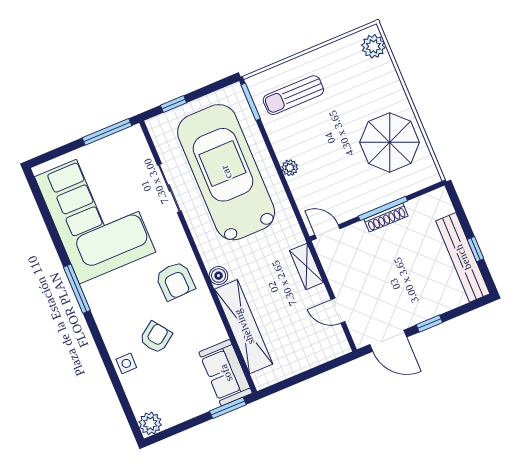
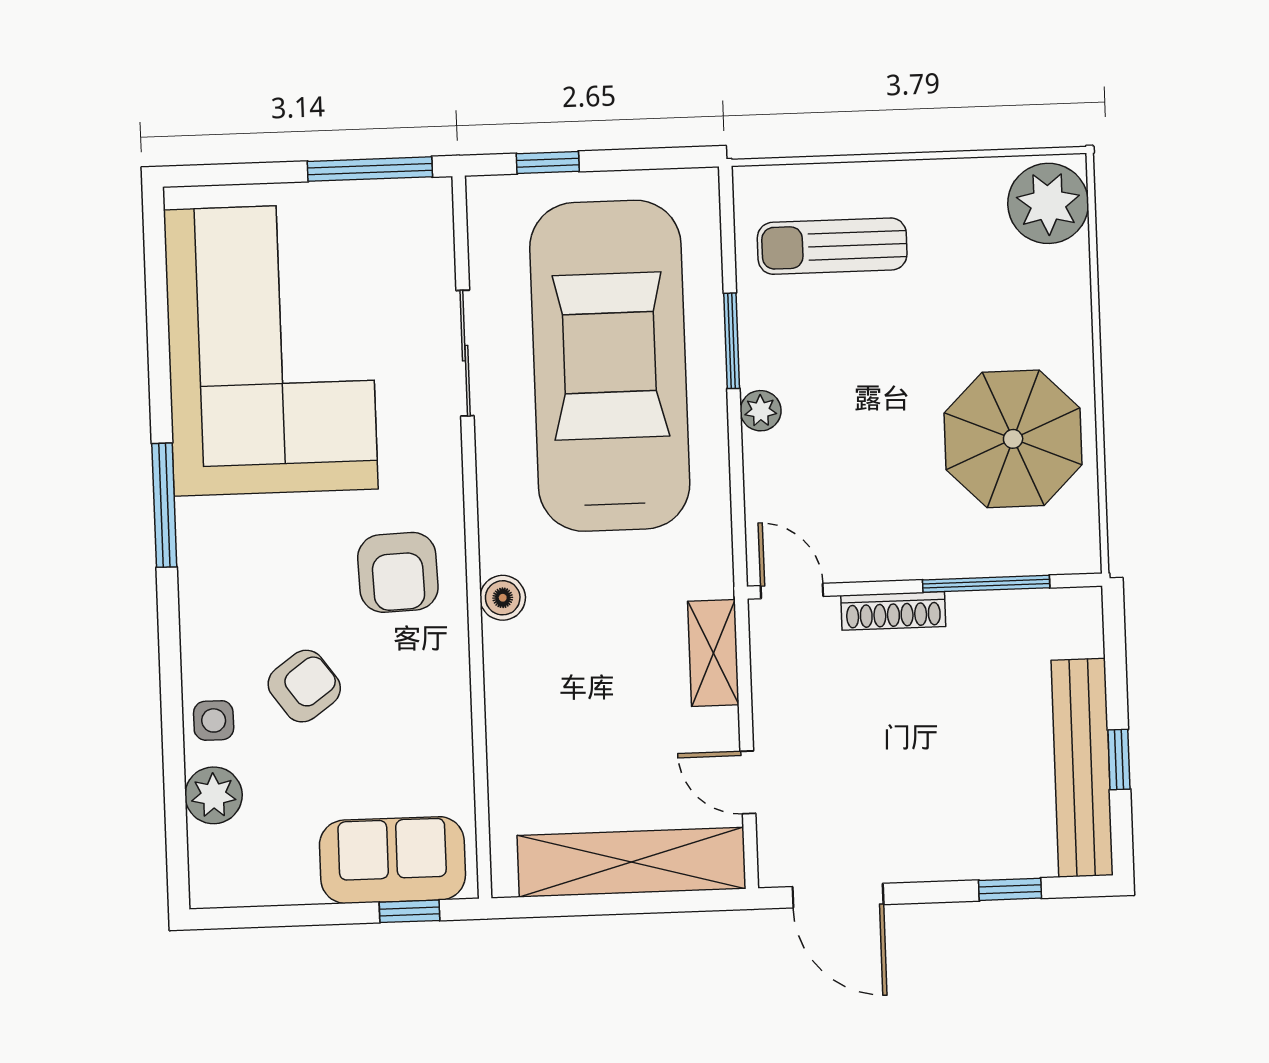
plant: (373, 46) -> (1048, 203), width x1.36, depth x1.36
window: (251, 102) -> (732, 341), moved
window: (383, 208) -> (986, 584), moved
shoe rack: (386, 218) -> (893, 611), moved
window: (429, 324) -> (1010, 889), moved
shelving: (244, 327) -> (631, 862), moved, turned 90
sofa: (226, 373) -> (392, 860), moved, turned 90
window: (228, 408) -> (410, 911), width x0.67
plant: (150, 423) -> (214, 795), moved

